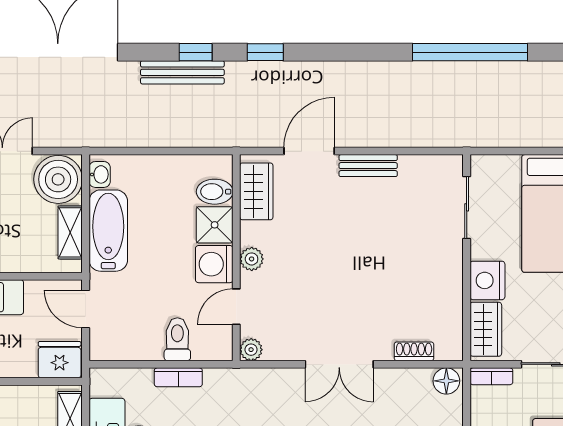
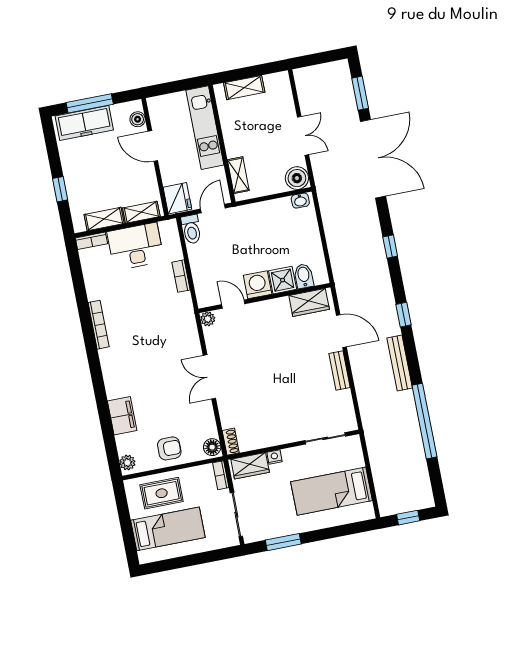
window: (265, 52) -> (404, 315), moved
bench: (182, 72) -> (400, 363), moved
boiler: (58, 179) -> (297, 178), width x0.73, depth x0.73
bathtub: (108, 231) -> (266, 213), removed
shelving: (70, 232) -> (238, 175), moved, turned 90
plant: (252, 259) -> (265, 308), removed
nightstand: (487, 280) -> (275, 457), width x0.53, depth x0.56
toilet: (177, 339) -> (191, 229), moved, turned 90
shoe rack: (414, 351) -> (231, 442), moved

